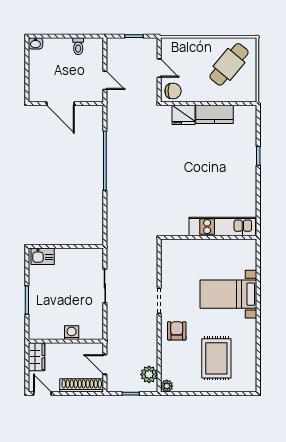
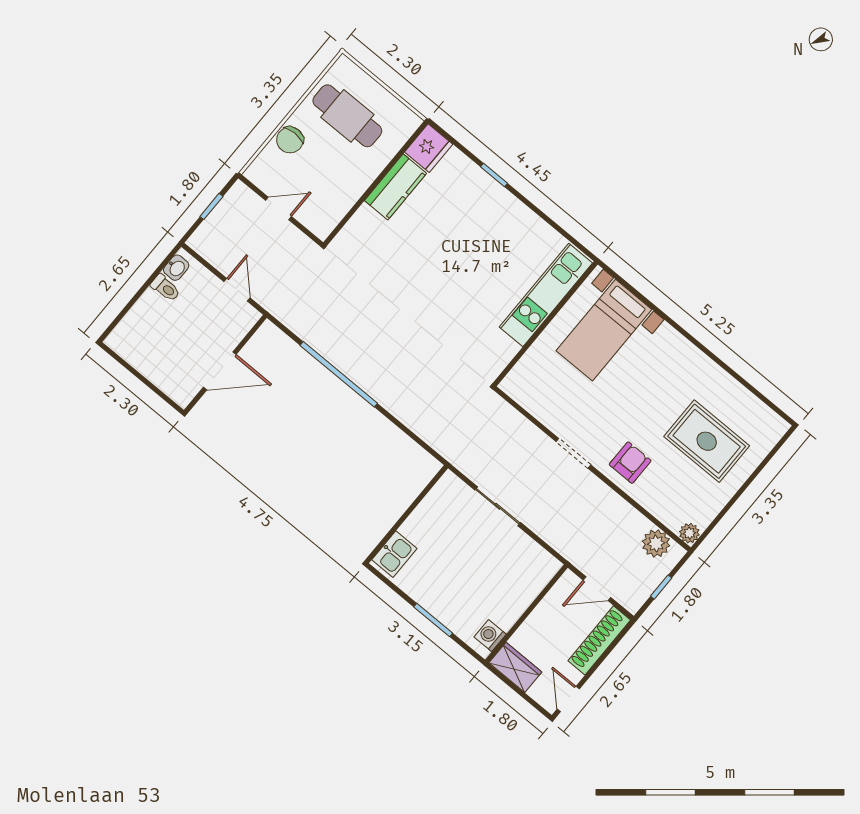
washbasin: (35, 43) -> (176, 268), moved
cafe table: (229, 64) -> (347, 116), turned -40
door: (105, 80) -> (237, 290), hinge flipped
chair: (173, 91) -> (290, 140), moved, turned 180
fridge: (184, 115) -> (429, 148), moved
bed with nightstands: (228, 294) -> (604, 330), moved
armchair: (177, 331) -> (630, 463), turned 90
washing machine: (72, 333) -> (490, 636), moved
door: (42, 394) -> (568, 699), hinge flipped

